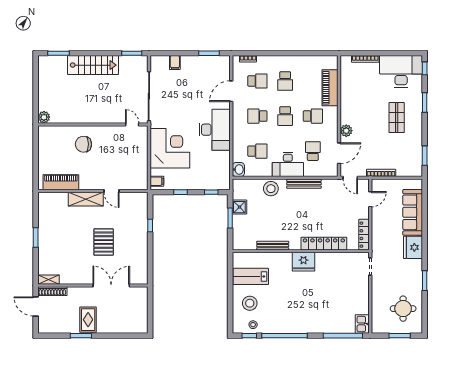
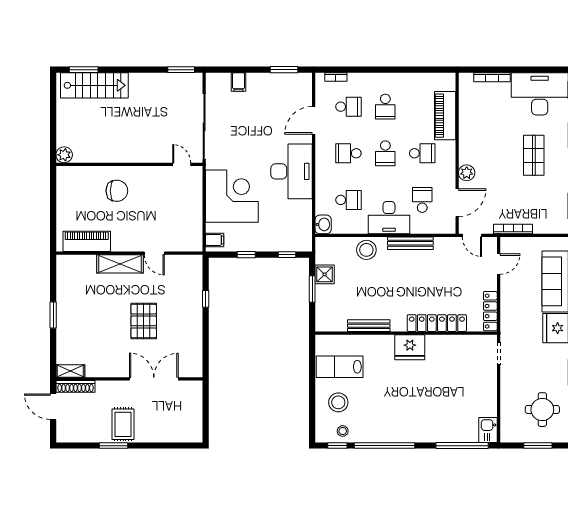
stairs: (93, 65) -> (94, 85), moved
chair: (83, 144) -> (117, 191), turned 180

